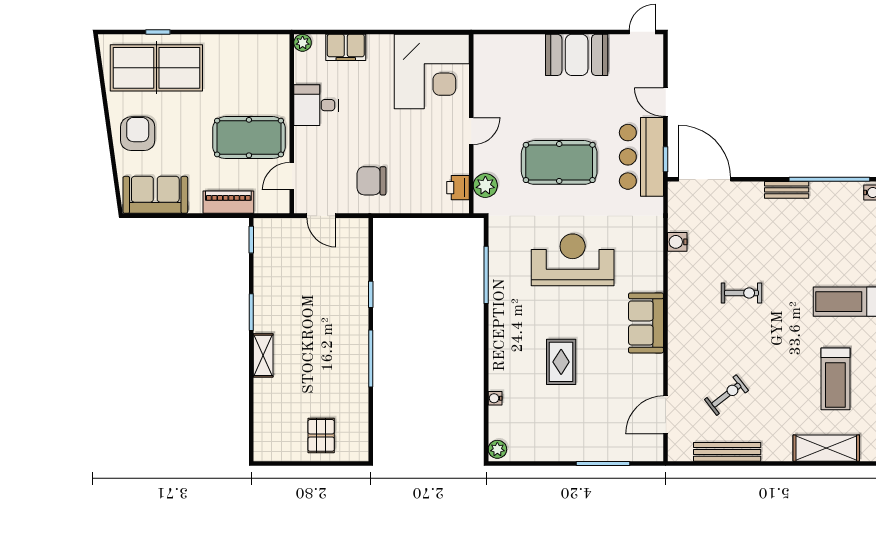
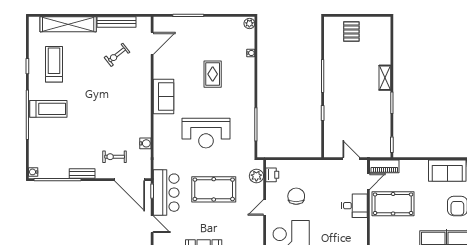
desk: (316, 105) -> (354, 206), moved
chair: (372, 181) -> (296, 196), moved, turned -90
piano: (228, 202) -> (384, 166), moved
exercise bike: (741, 293) -> (115, 157), moved
shelving: (826, 448) -> (68, 24), width x1.47

